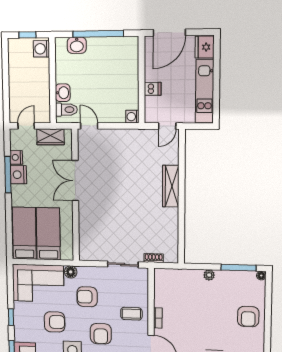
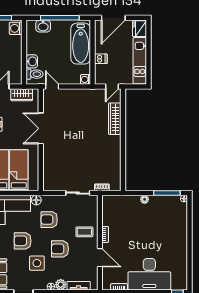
bathtub: (126, 68) -> (81, 44), added
wardrobe: (171, 186) -> (115, 119), moved
armchair: (248, 317) -> (175, 231), removed
armchair: (55, 322) -> (23, 241), turned 180
armchair: (101, 334) -> (60, 249), turned 90

